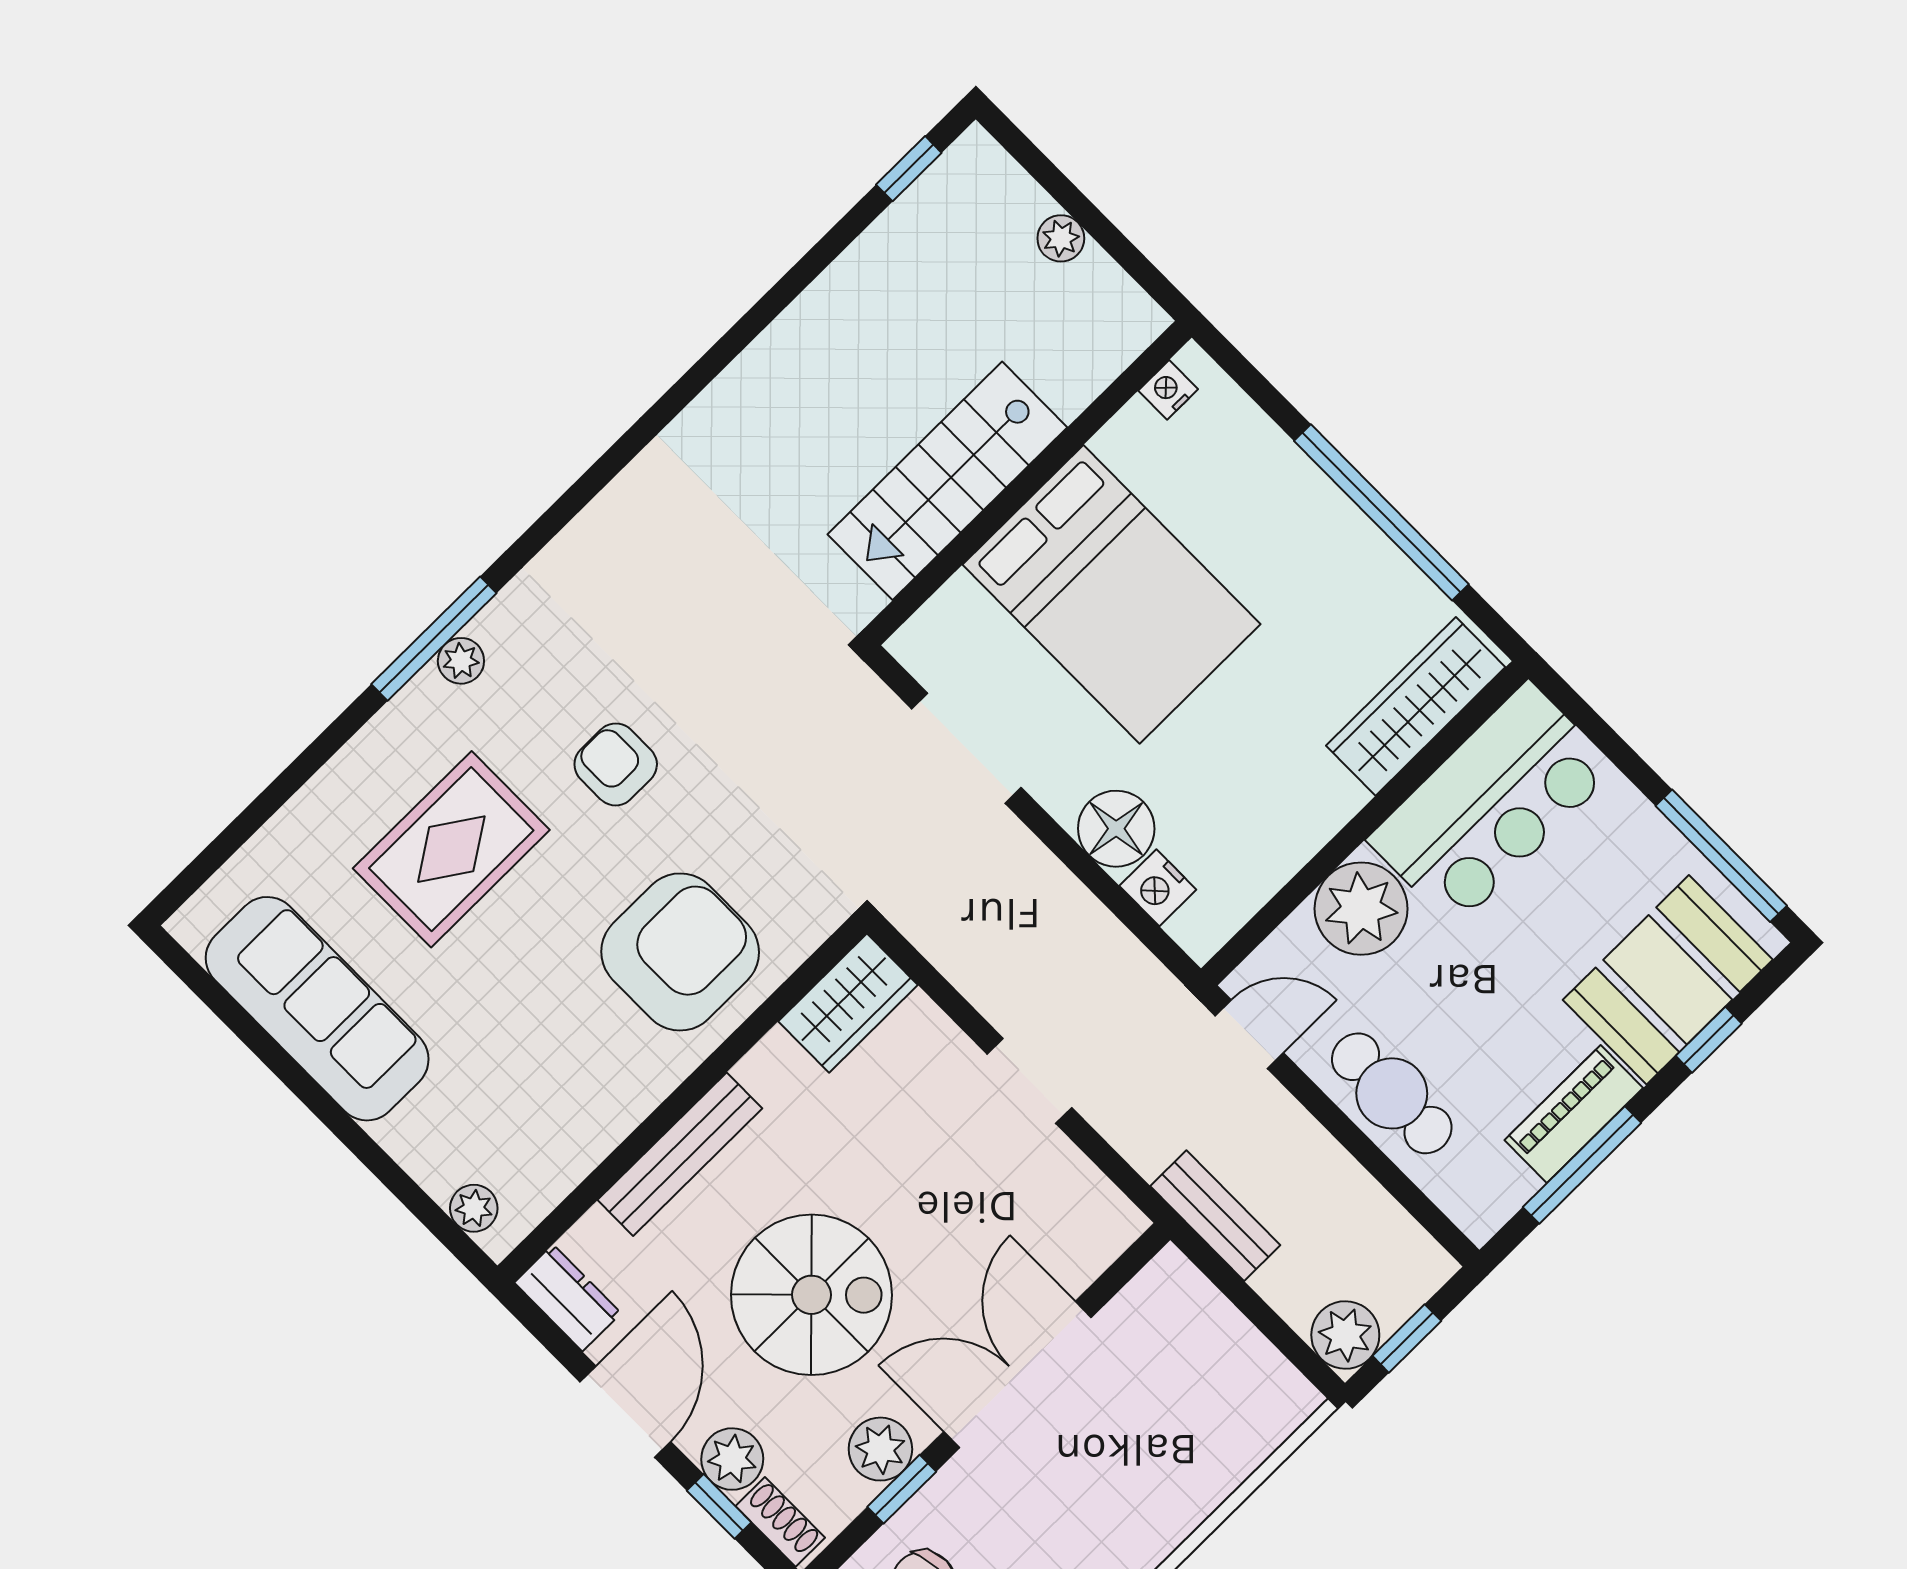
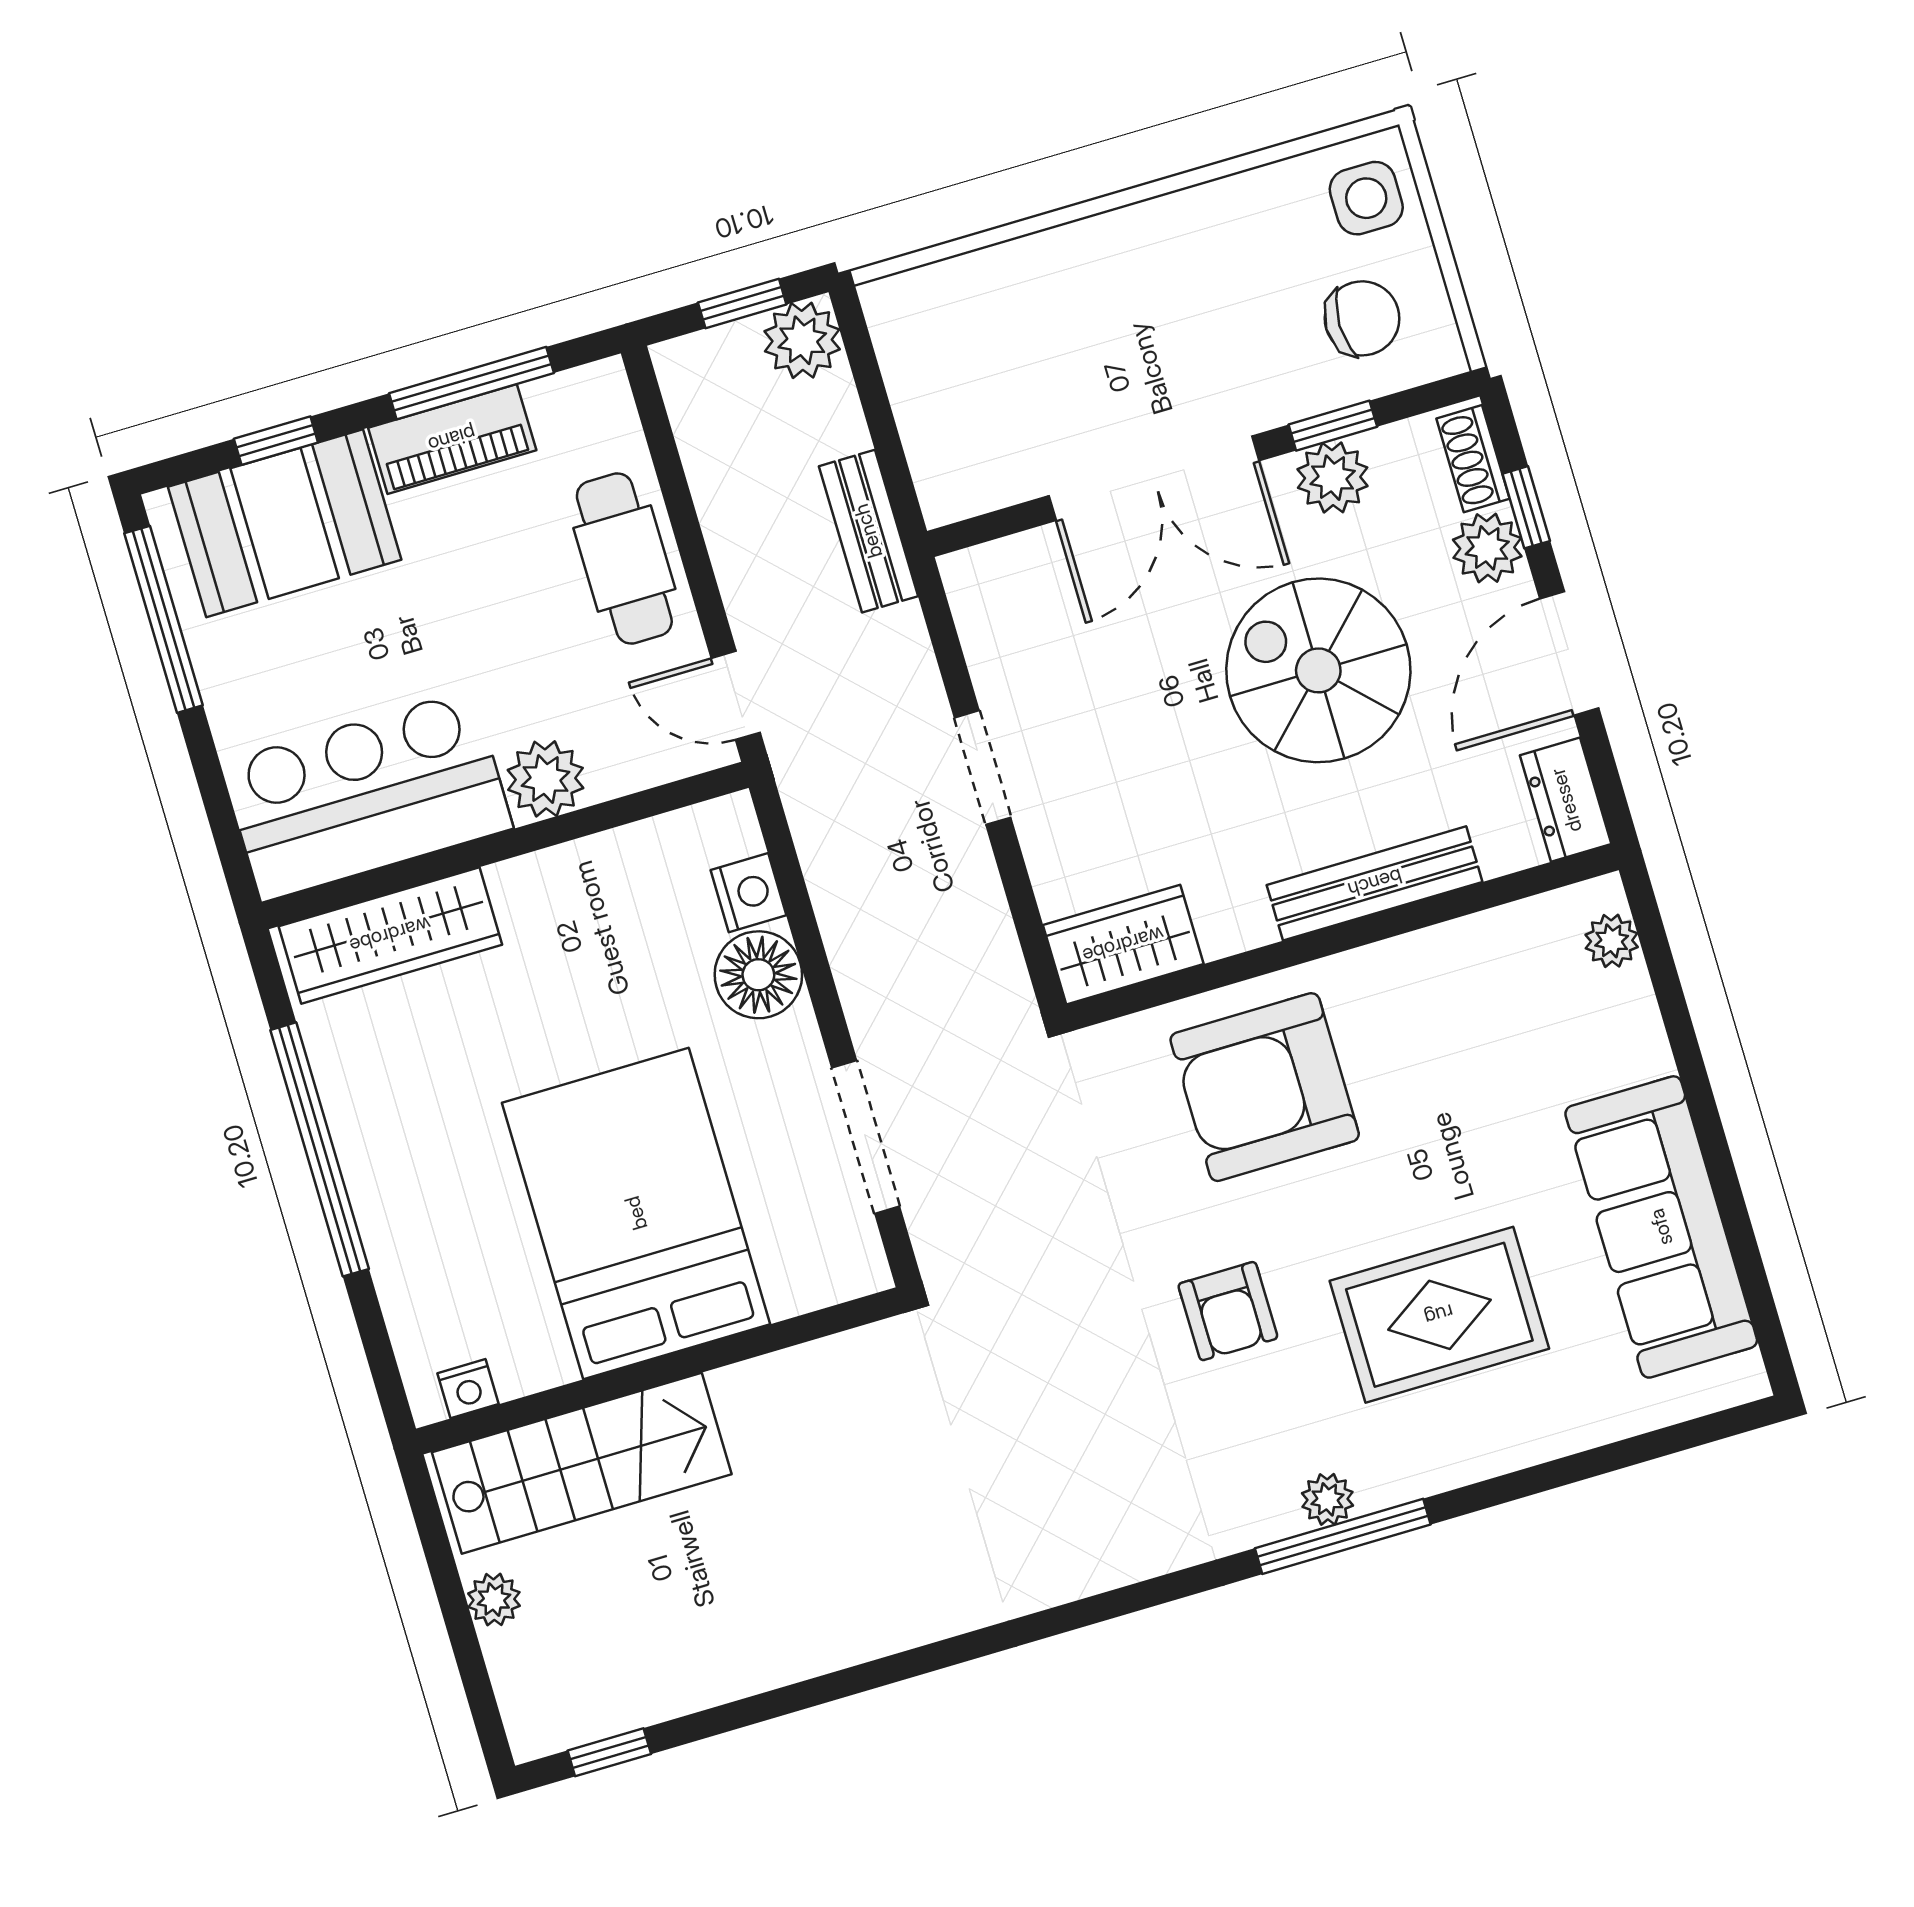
stairs: (947, 481) -> (582, 1463), moved
plant: (1361, 909) -> (546, 779), width x0.73, depth x0.73

